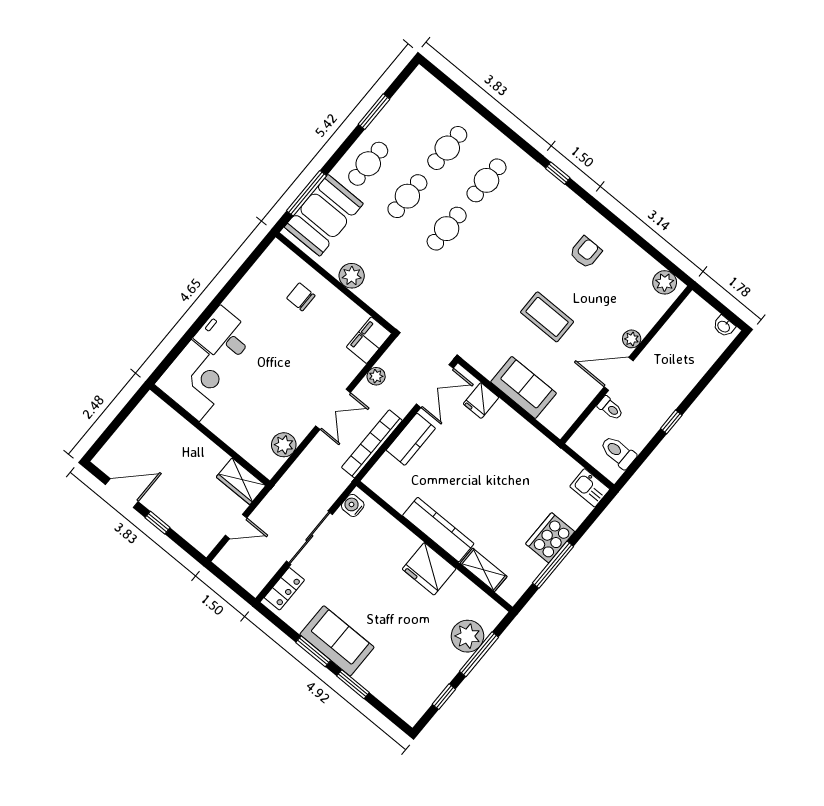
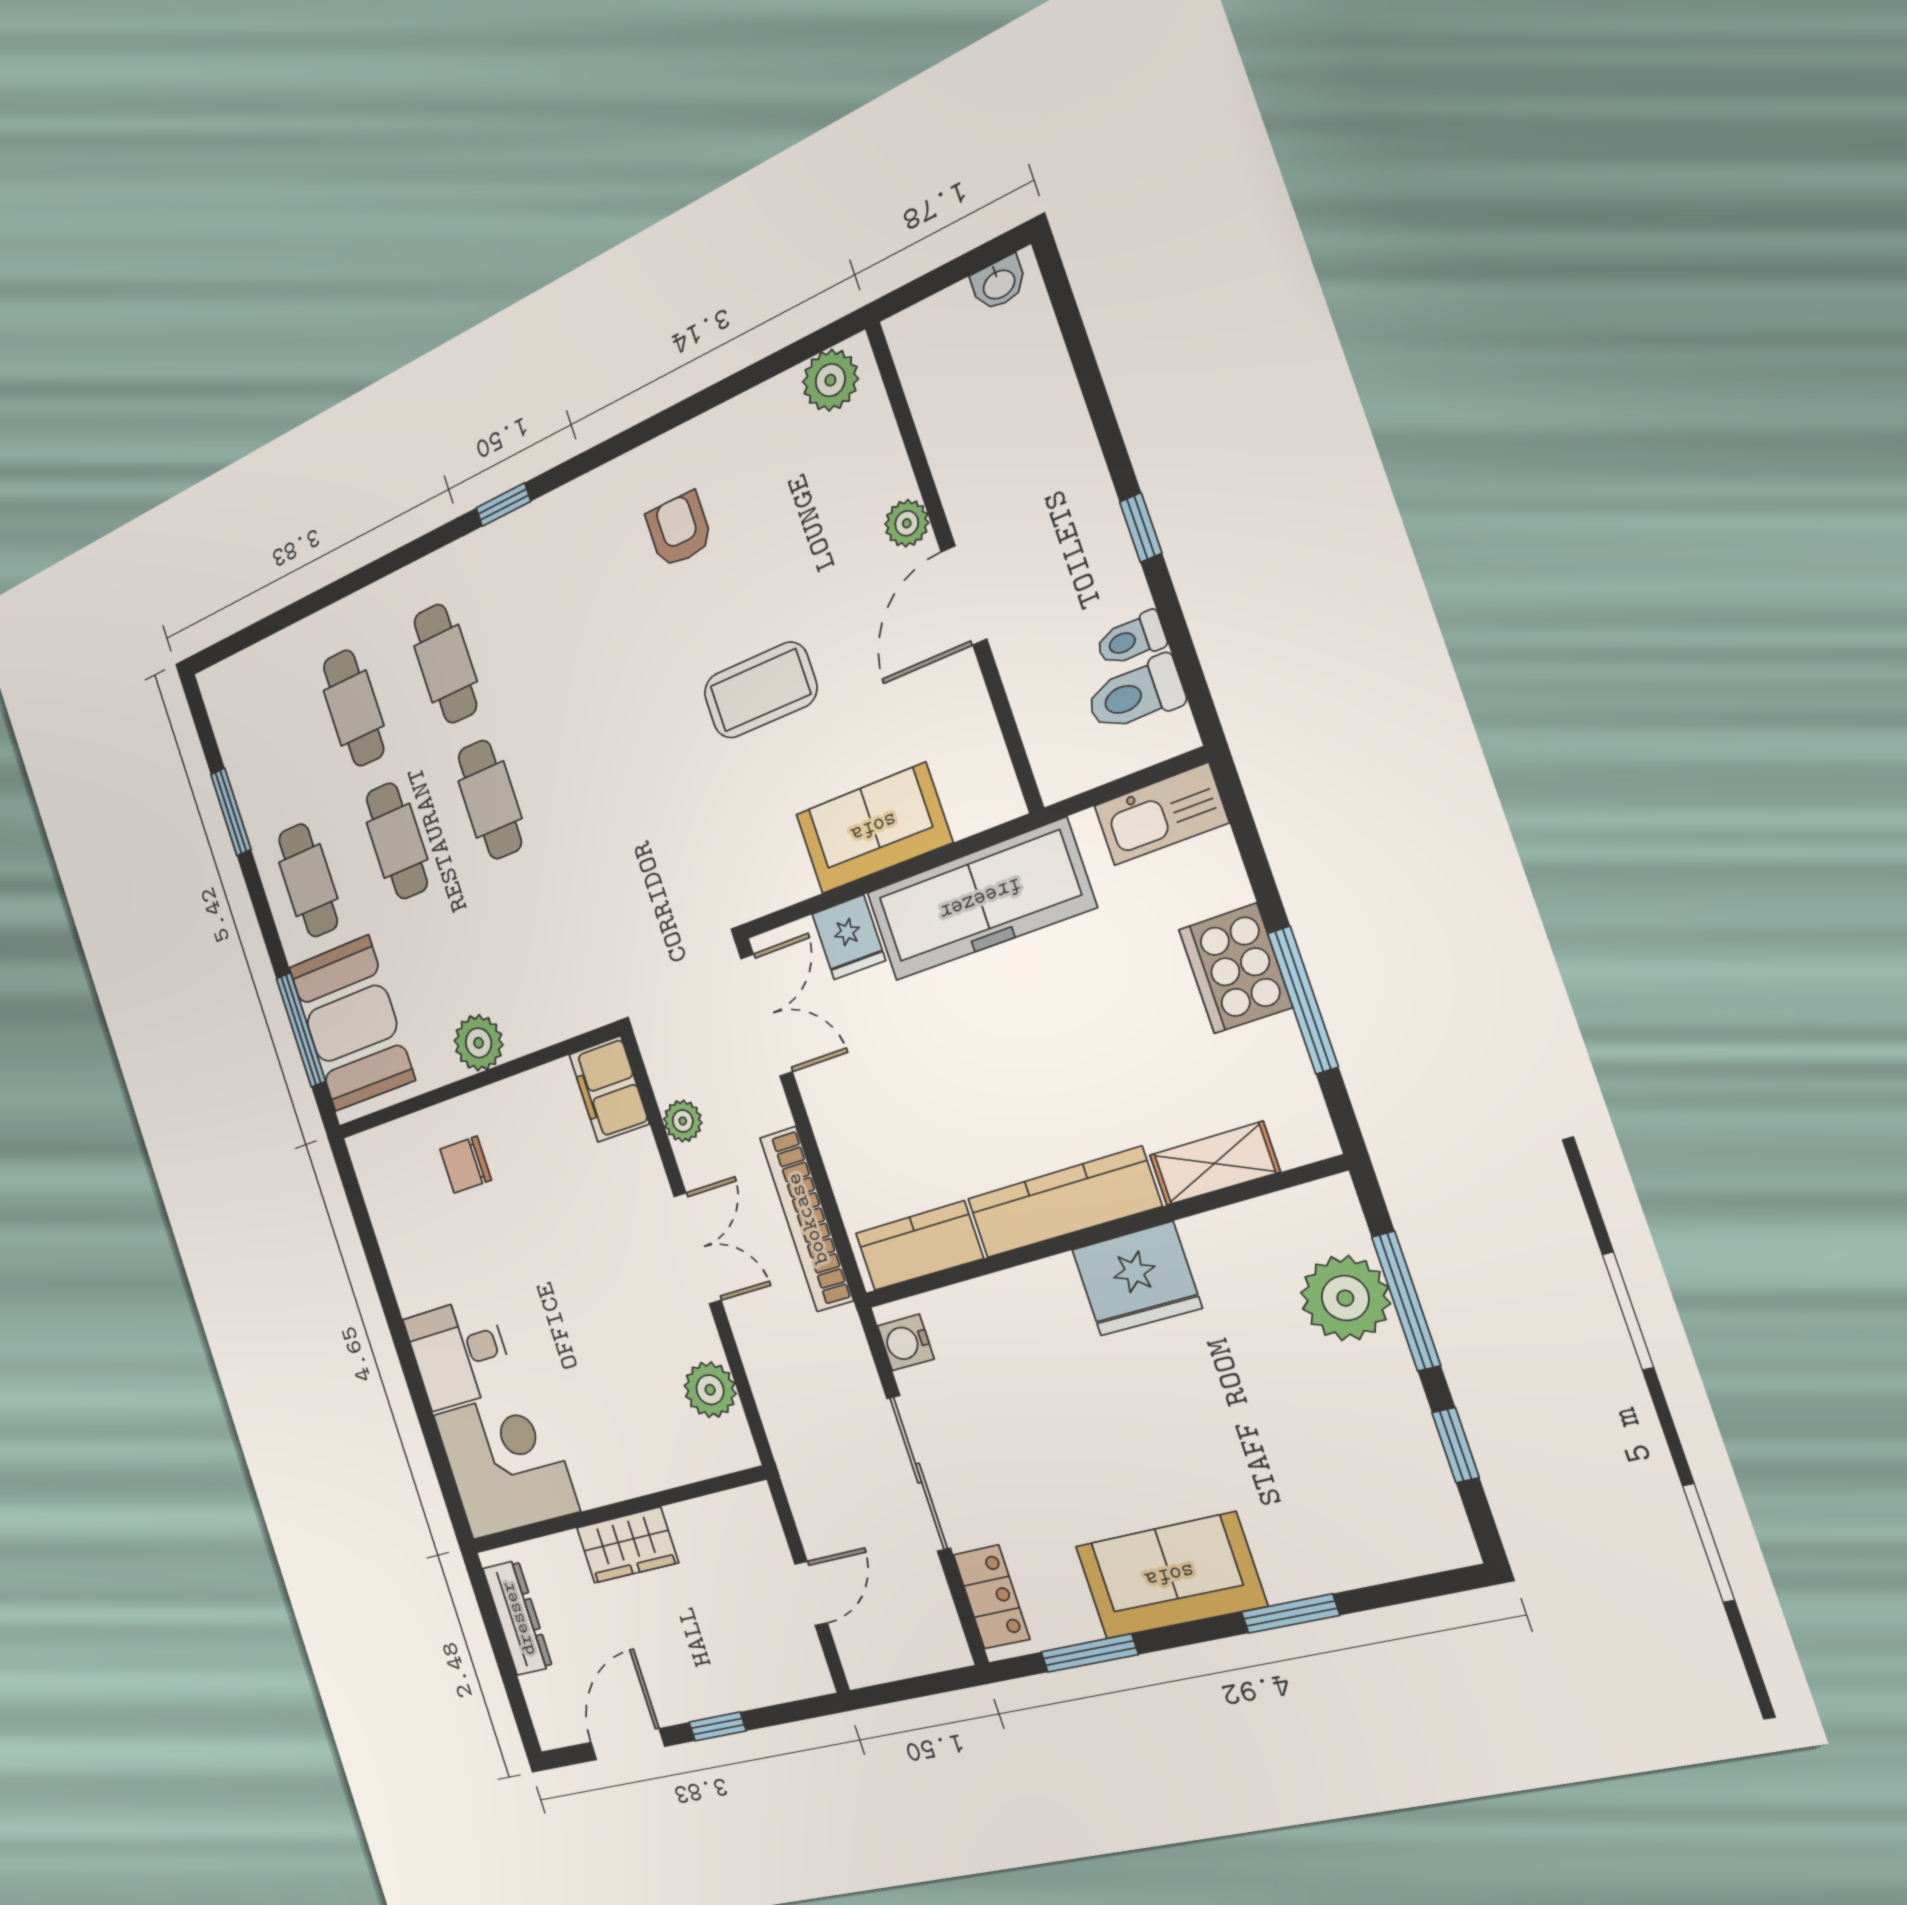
toilet: (610, 408) -> (1131, 639), moved, turned 180
dresser: (137, 421) -> (518, 1618), added
kitchen counter: (411, 439) -> (919, 1246), moved, turned -90
freezer: (522, 440) -> (980, 900), added
wardrobe: (241, 481) -> (627, 1545), moved
kitchen sink: (590, 488) -> (1161, 814), width x1.38
window: (313, 651) -> (1089, 1653), moved

